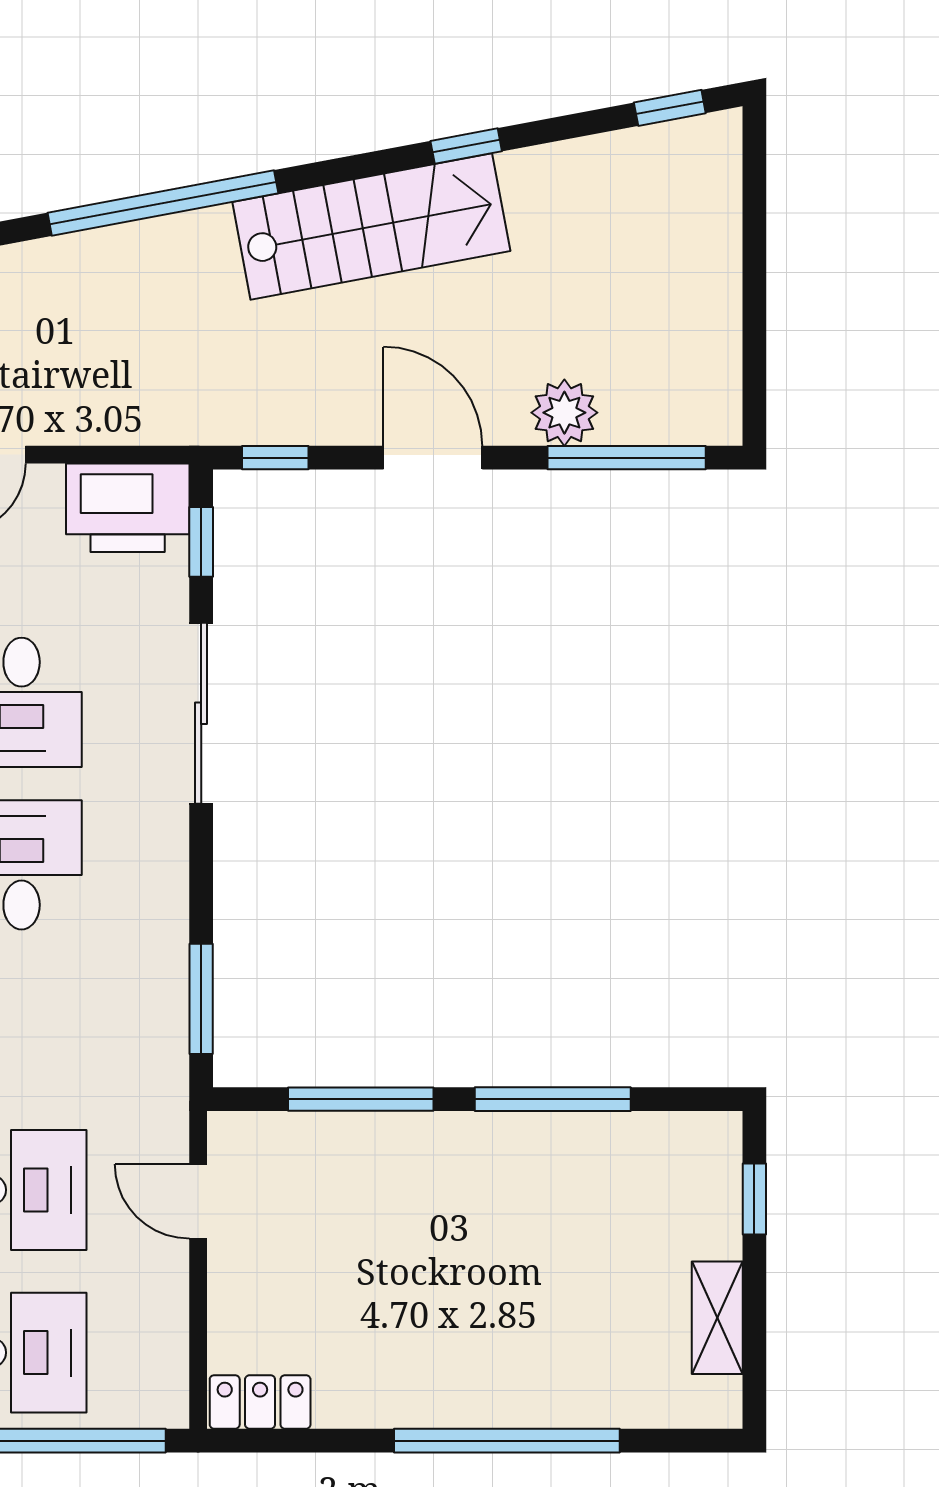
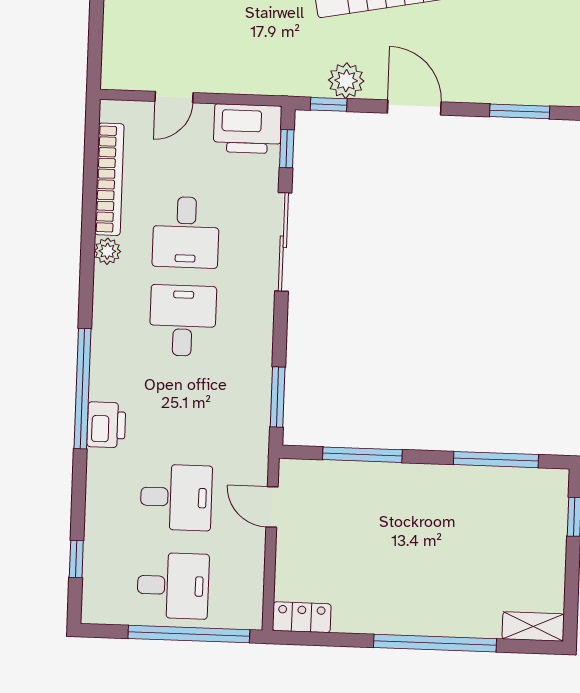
plant: (564, 413) -> (346, 81), moved
window: (627, 458) -> (520, 111), width x0.69
window: (553, 1099) -> (496, 460), moved
shelving: (717, 1318) -> (533, 627), moved, turned 90

